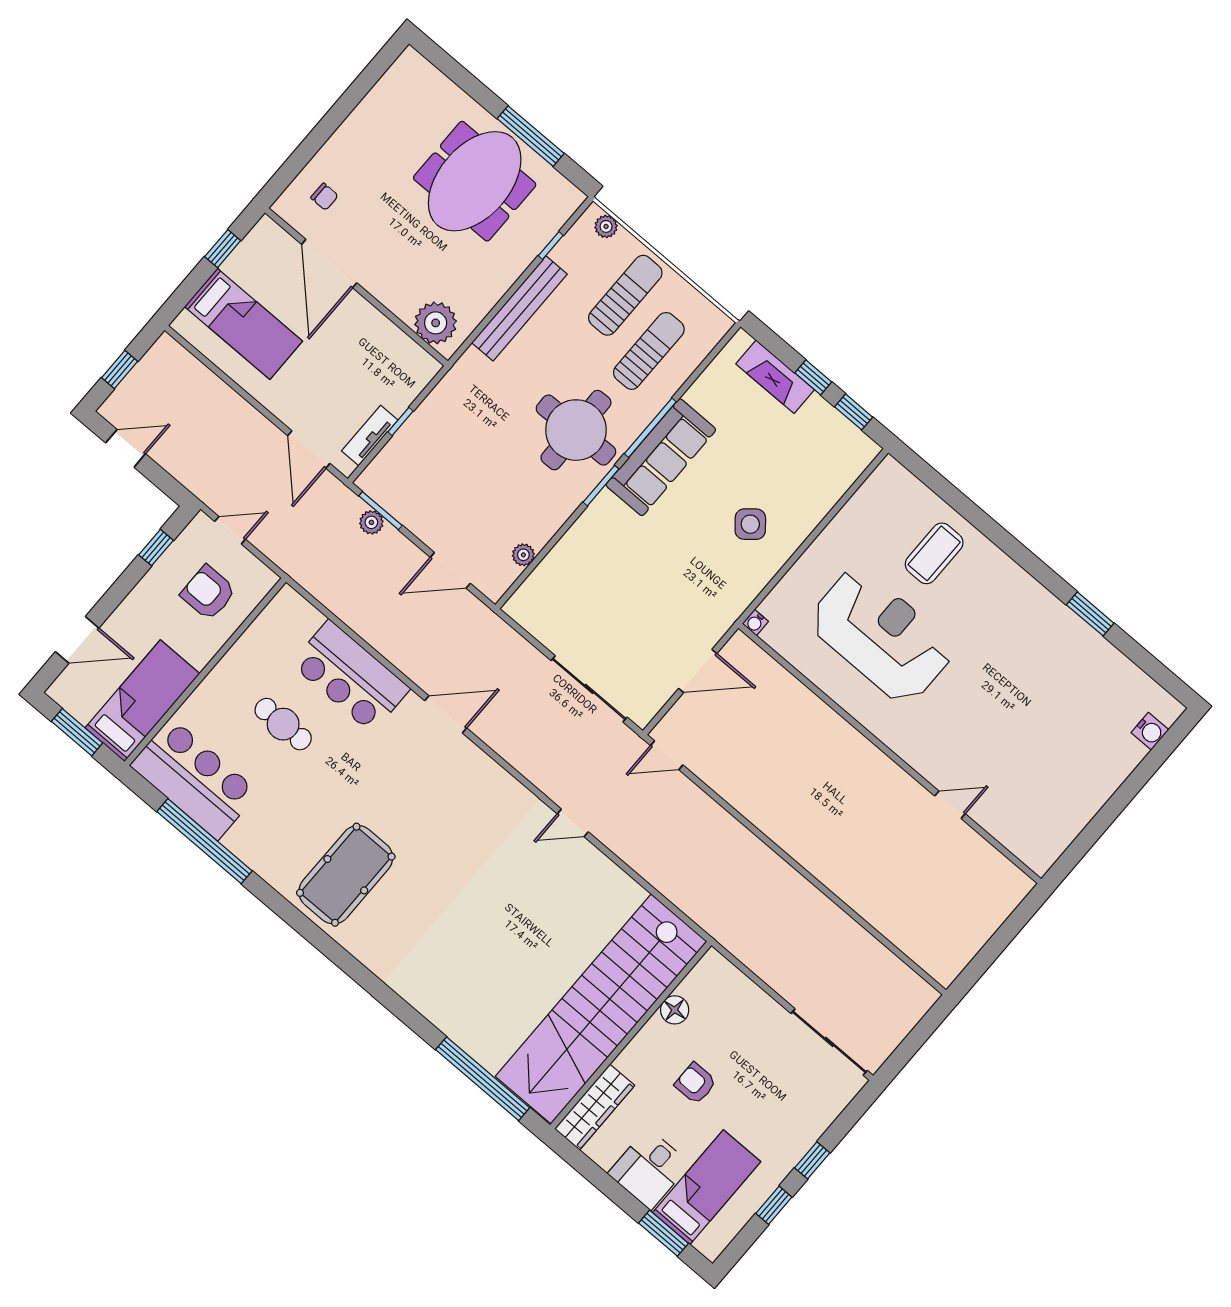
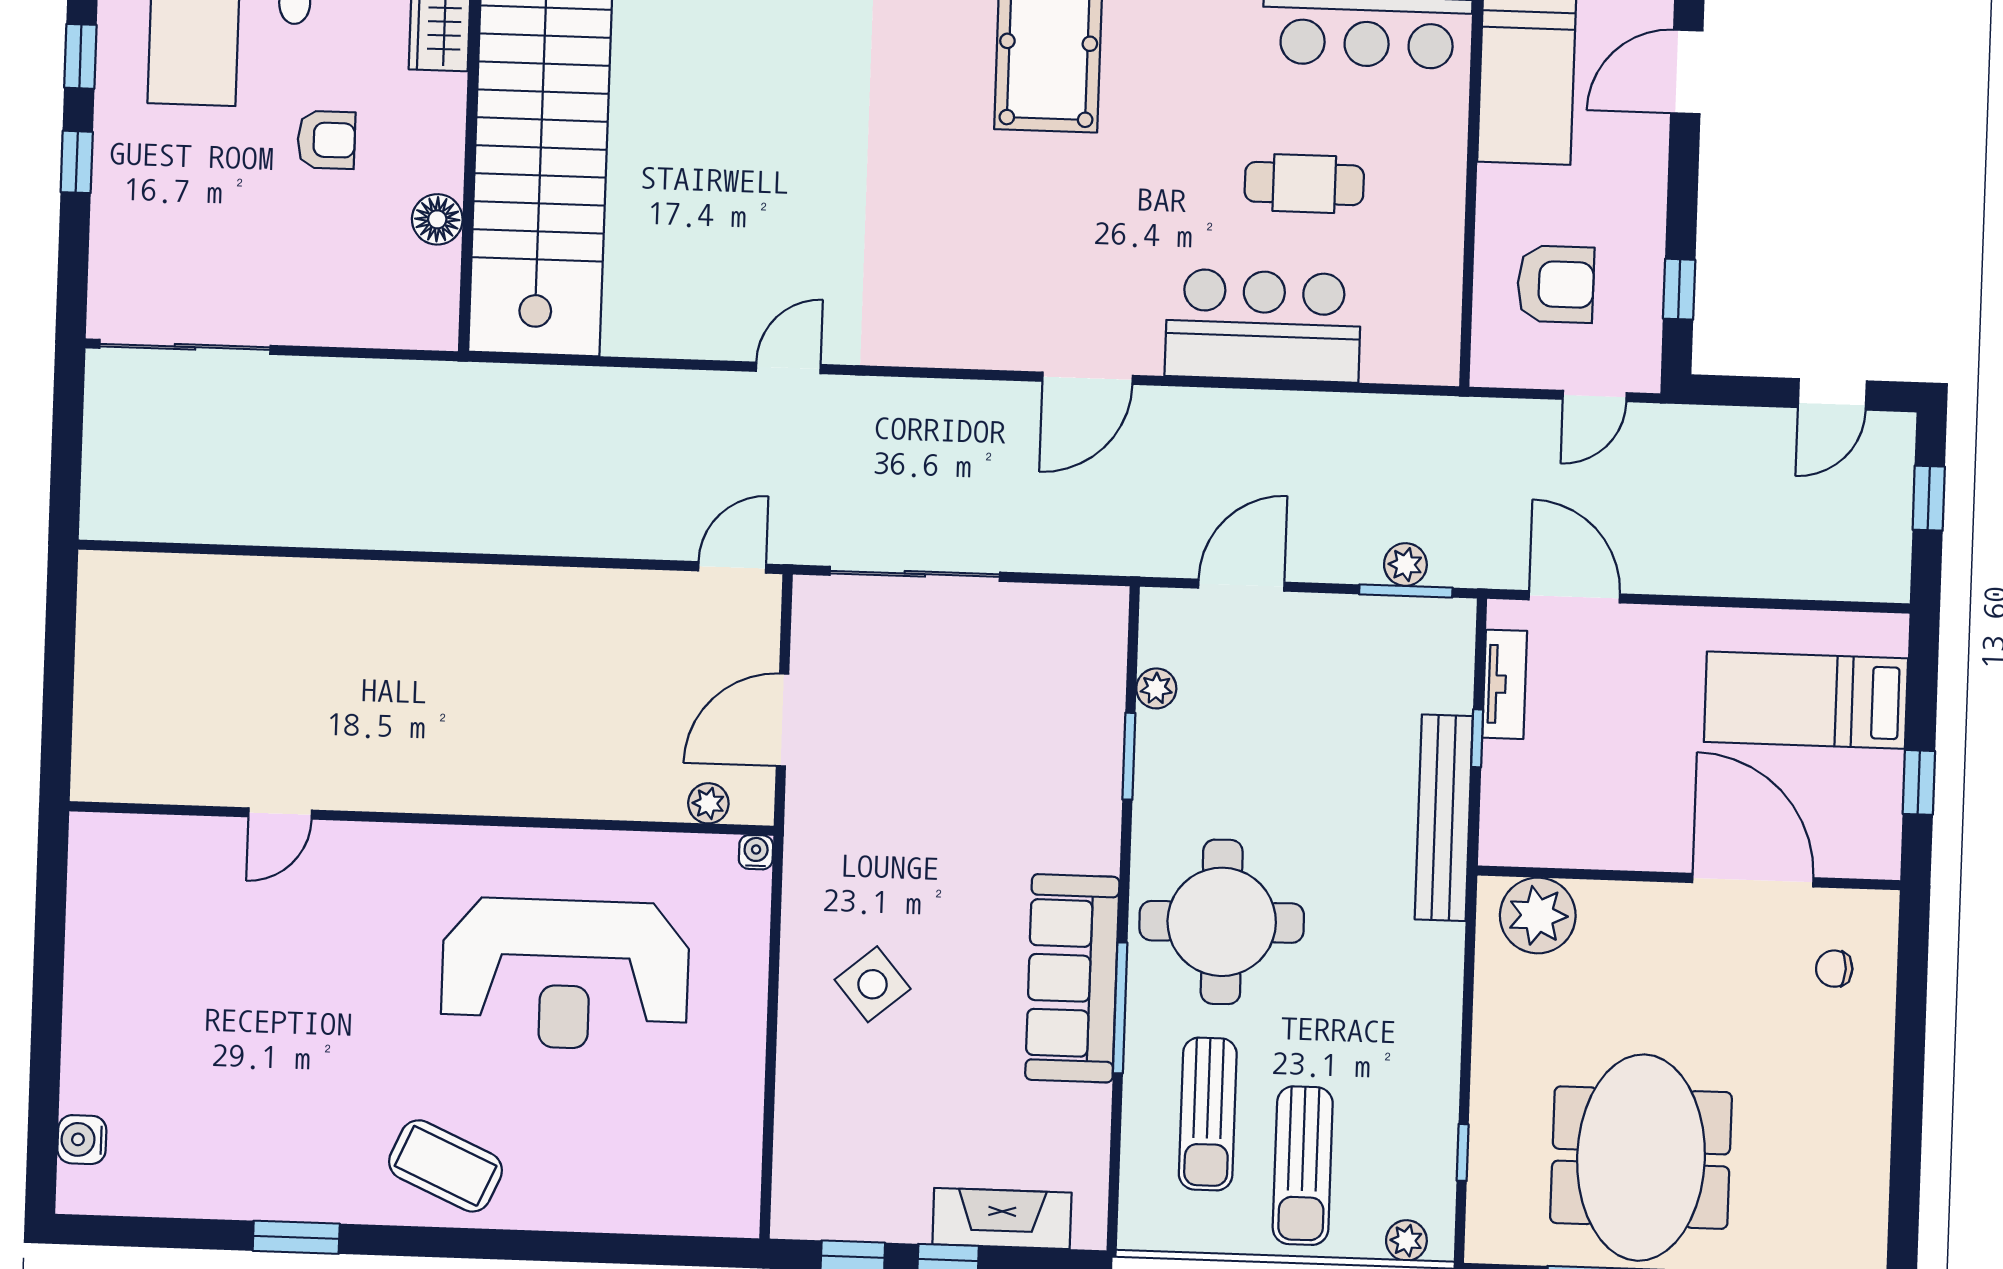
bench: (519, 308) -> (1444, 818), moved
window: (601, 486) -> (1129, 756), moved
coffee table: (934, 553) -> (446, 1166), moved, turned -66
plant: (759, 660) -> (708, 803), added

